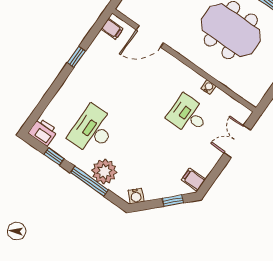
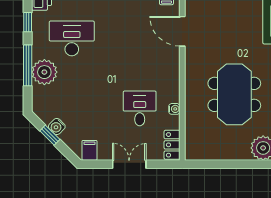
locker: (236, 109) -> (172, 145), added
double door: (237, 142) -> (129, 164), moved
water cooler: (136, 196) -> (57, 126), moved
window: (173, 201) -> (50, 135), moved

